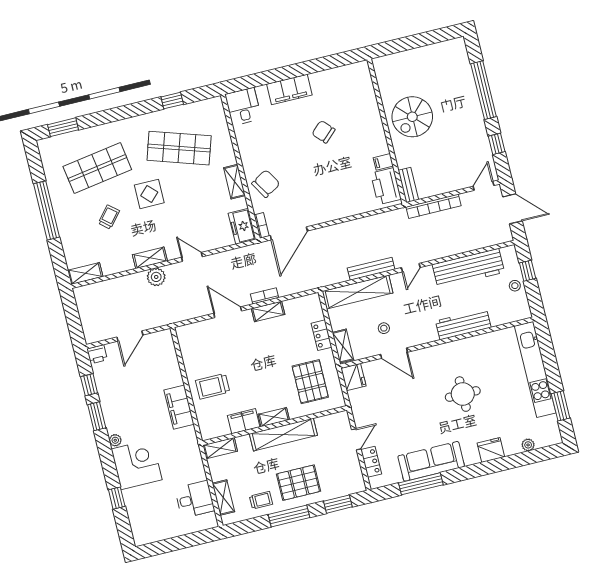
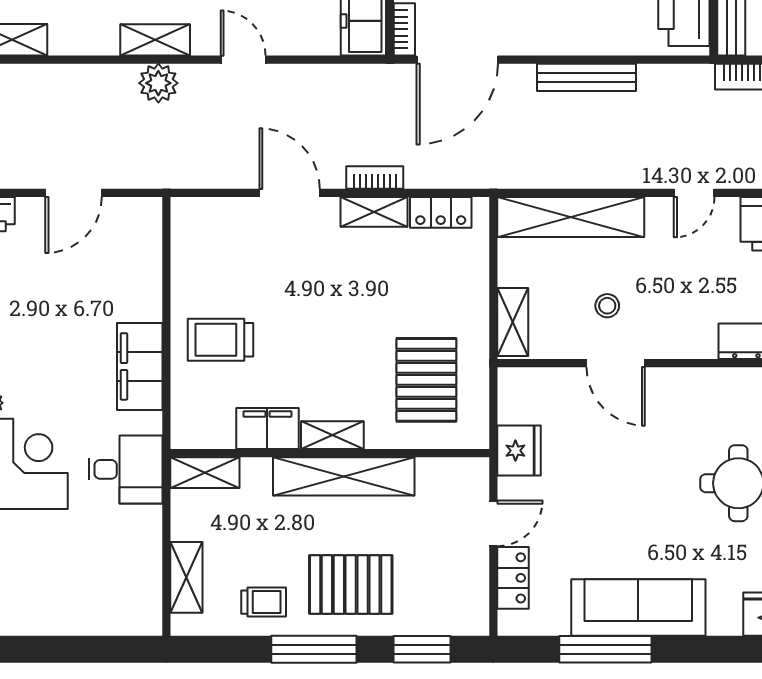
bench: (371, 269) -> (586, 77), moved
locker: (322, 335) -> (441, 212), moved, turned -90
fridge: (353, 377) -> (519, 451), moved
desk: (195, 499) -> (126, 469), moved

